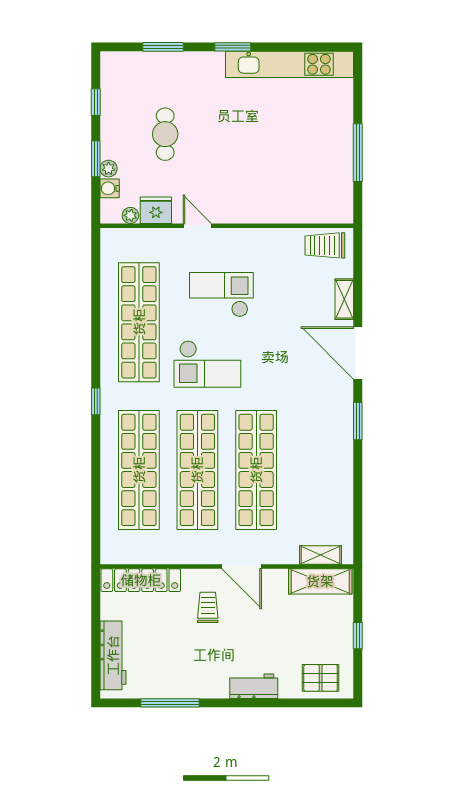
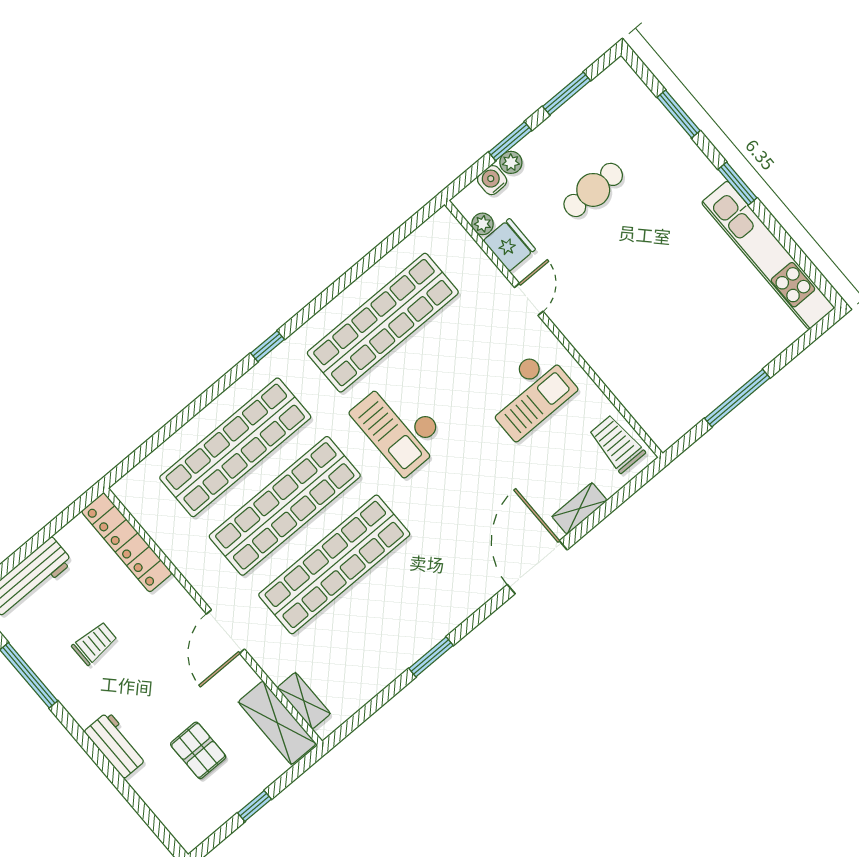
window: (96, 102) -> (567, 93), width x1.50
checkout: (221, 295) -> (529, 394), moved, turned 90
window: (358, 421) -> (431, 657), moved
trolley: (208, 607) -> (95, 643), moved
pallet: (321, 678) -> (198, 750), moved

